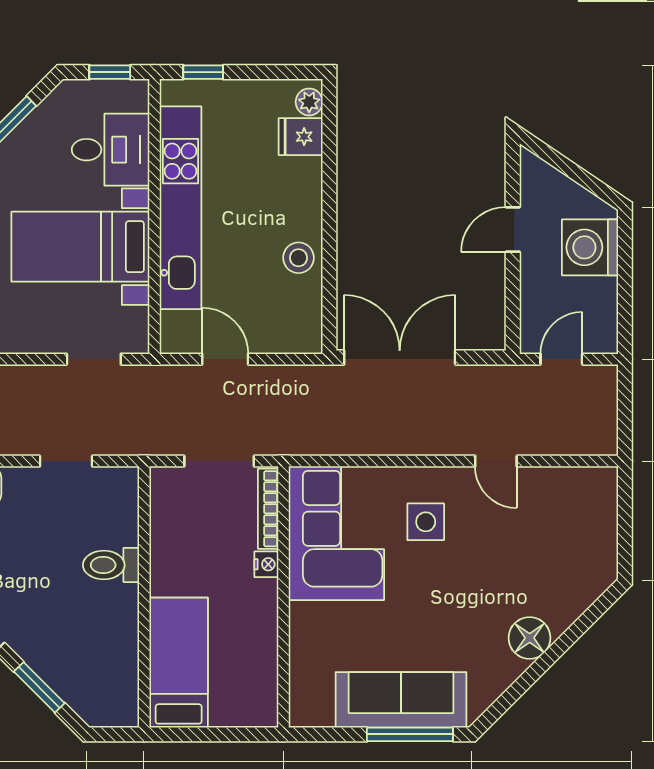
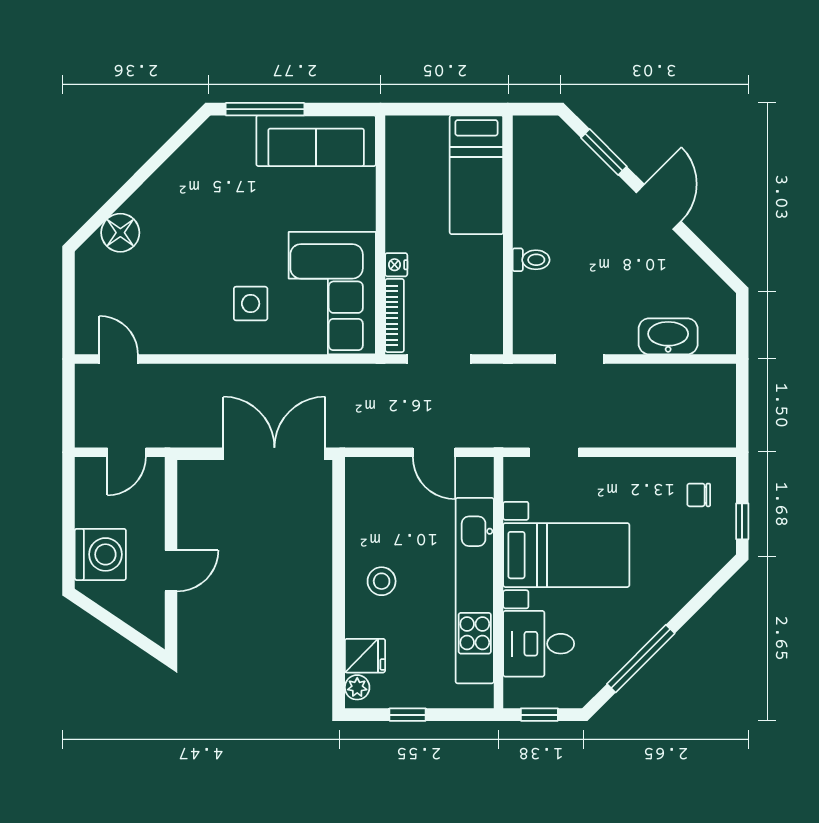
window: (203, 72) -> (408, 715), moved
stool: (299, 258) -> (382, 581), moved
double door: (400, 357) -> (274, 454), swing flipped
door: (496, 461) -> (119, 359), moved
toilet: (111, 565) -> (531, 260), width x0.73, depth x0.72
floor lamp: (530, 638) -> (120, 233), moved
sofa: (401, 700) -> (316, 141), moved

